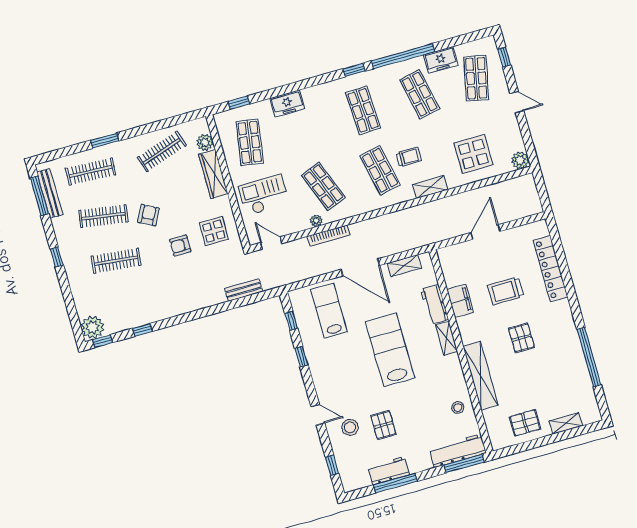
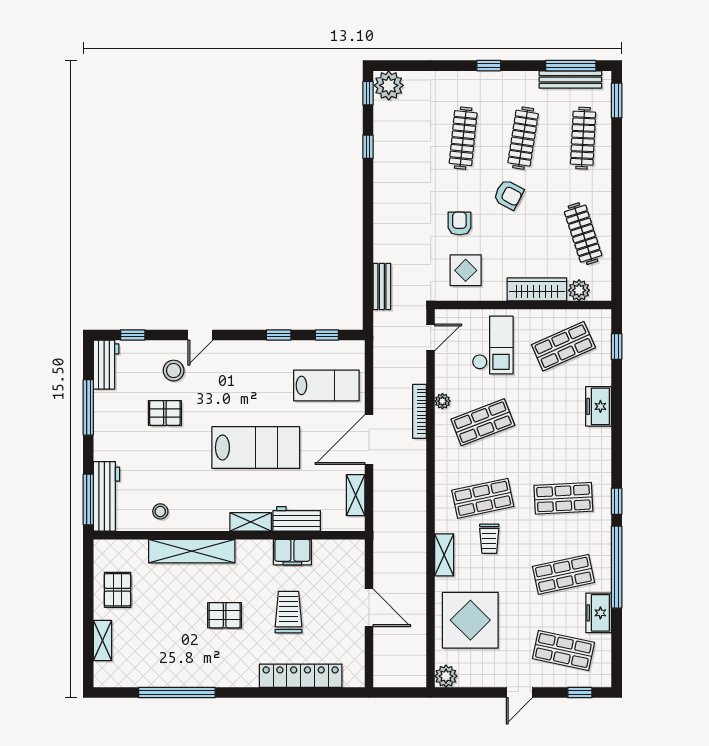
window: (105, 141) -> (617, 101), moved
shop shelf: (250, 142) -> (563, 346), turned -33
display table: (473, 154) -> (470, 620), width x1.36, depth x1.36
workbench: (388, 471) -> (106, 365), moved

